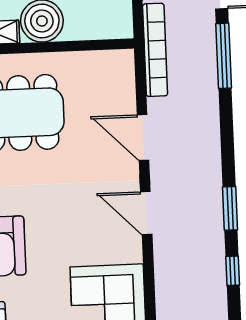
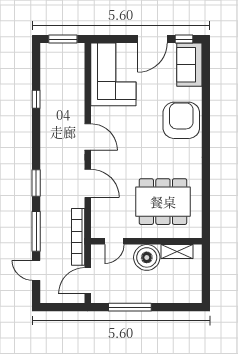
door: (96, 45) -> (114, 241), added
window: (230, 208) -> (36, 183), moved

